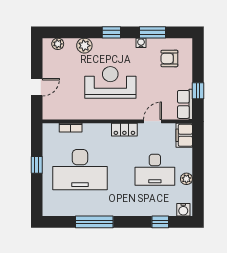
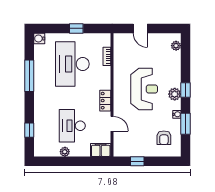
plant: (84, 46) -> (175, 94), moved
armchair: (169, 58) -> (164, 138), turned 180
row of seats: (185, 104) -> (126, 151), removed
water cooler: (183, 210) -> (39, 38), moved

